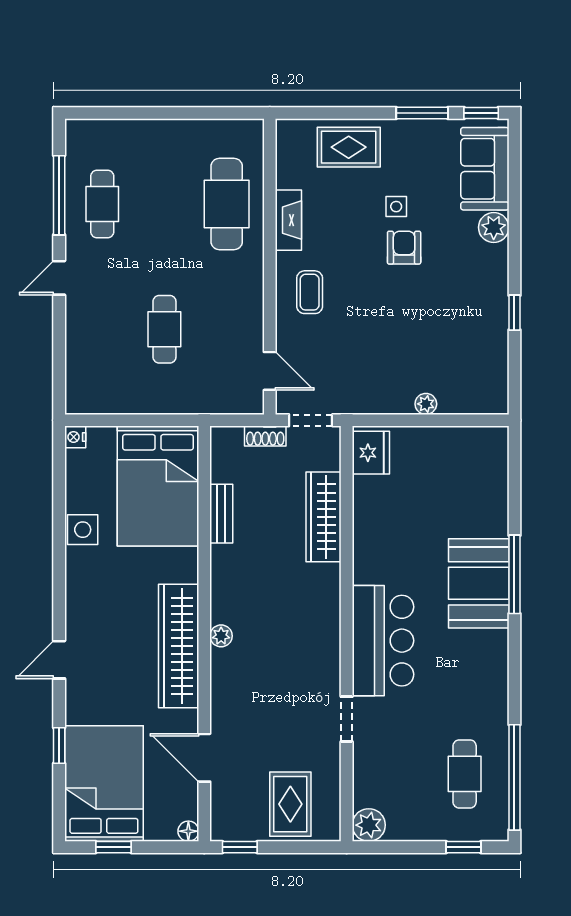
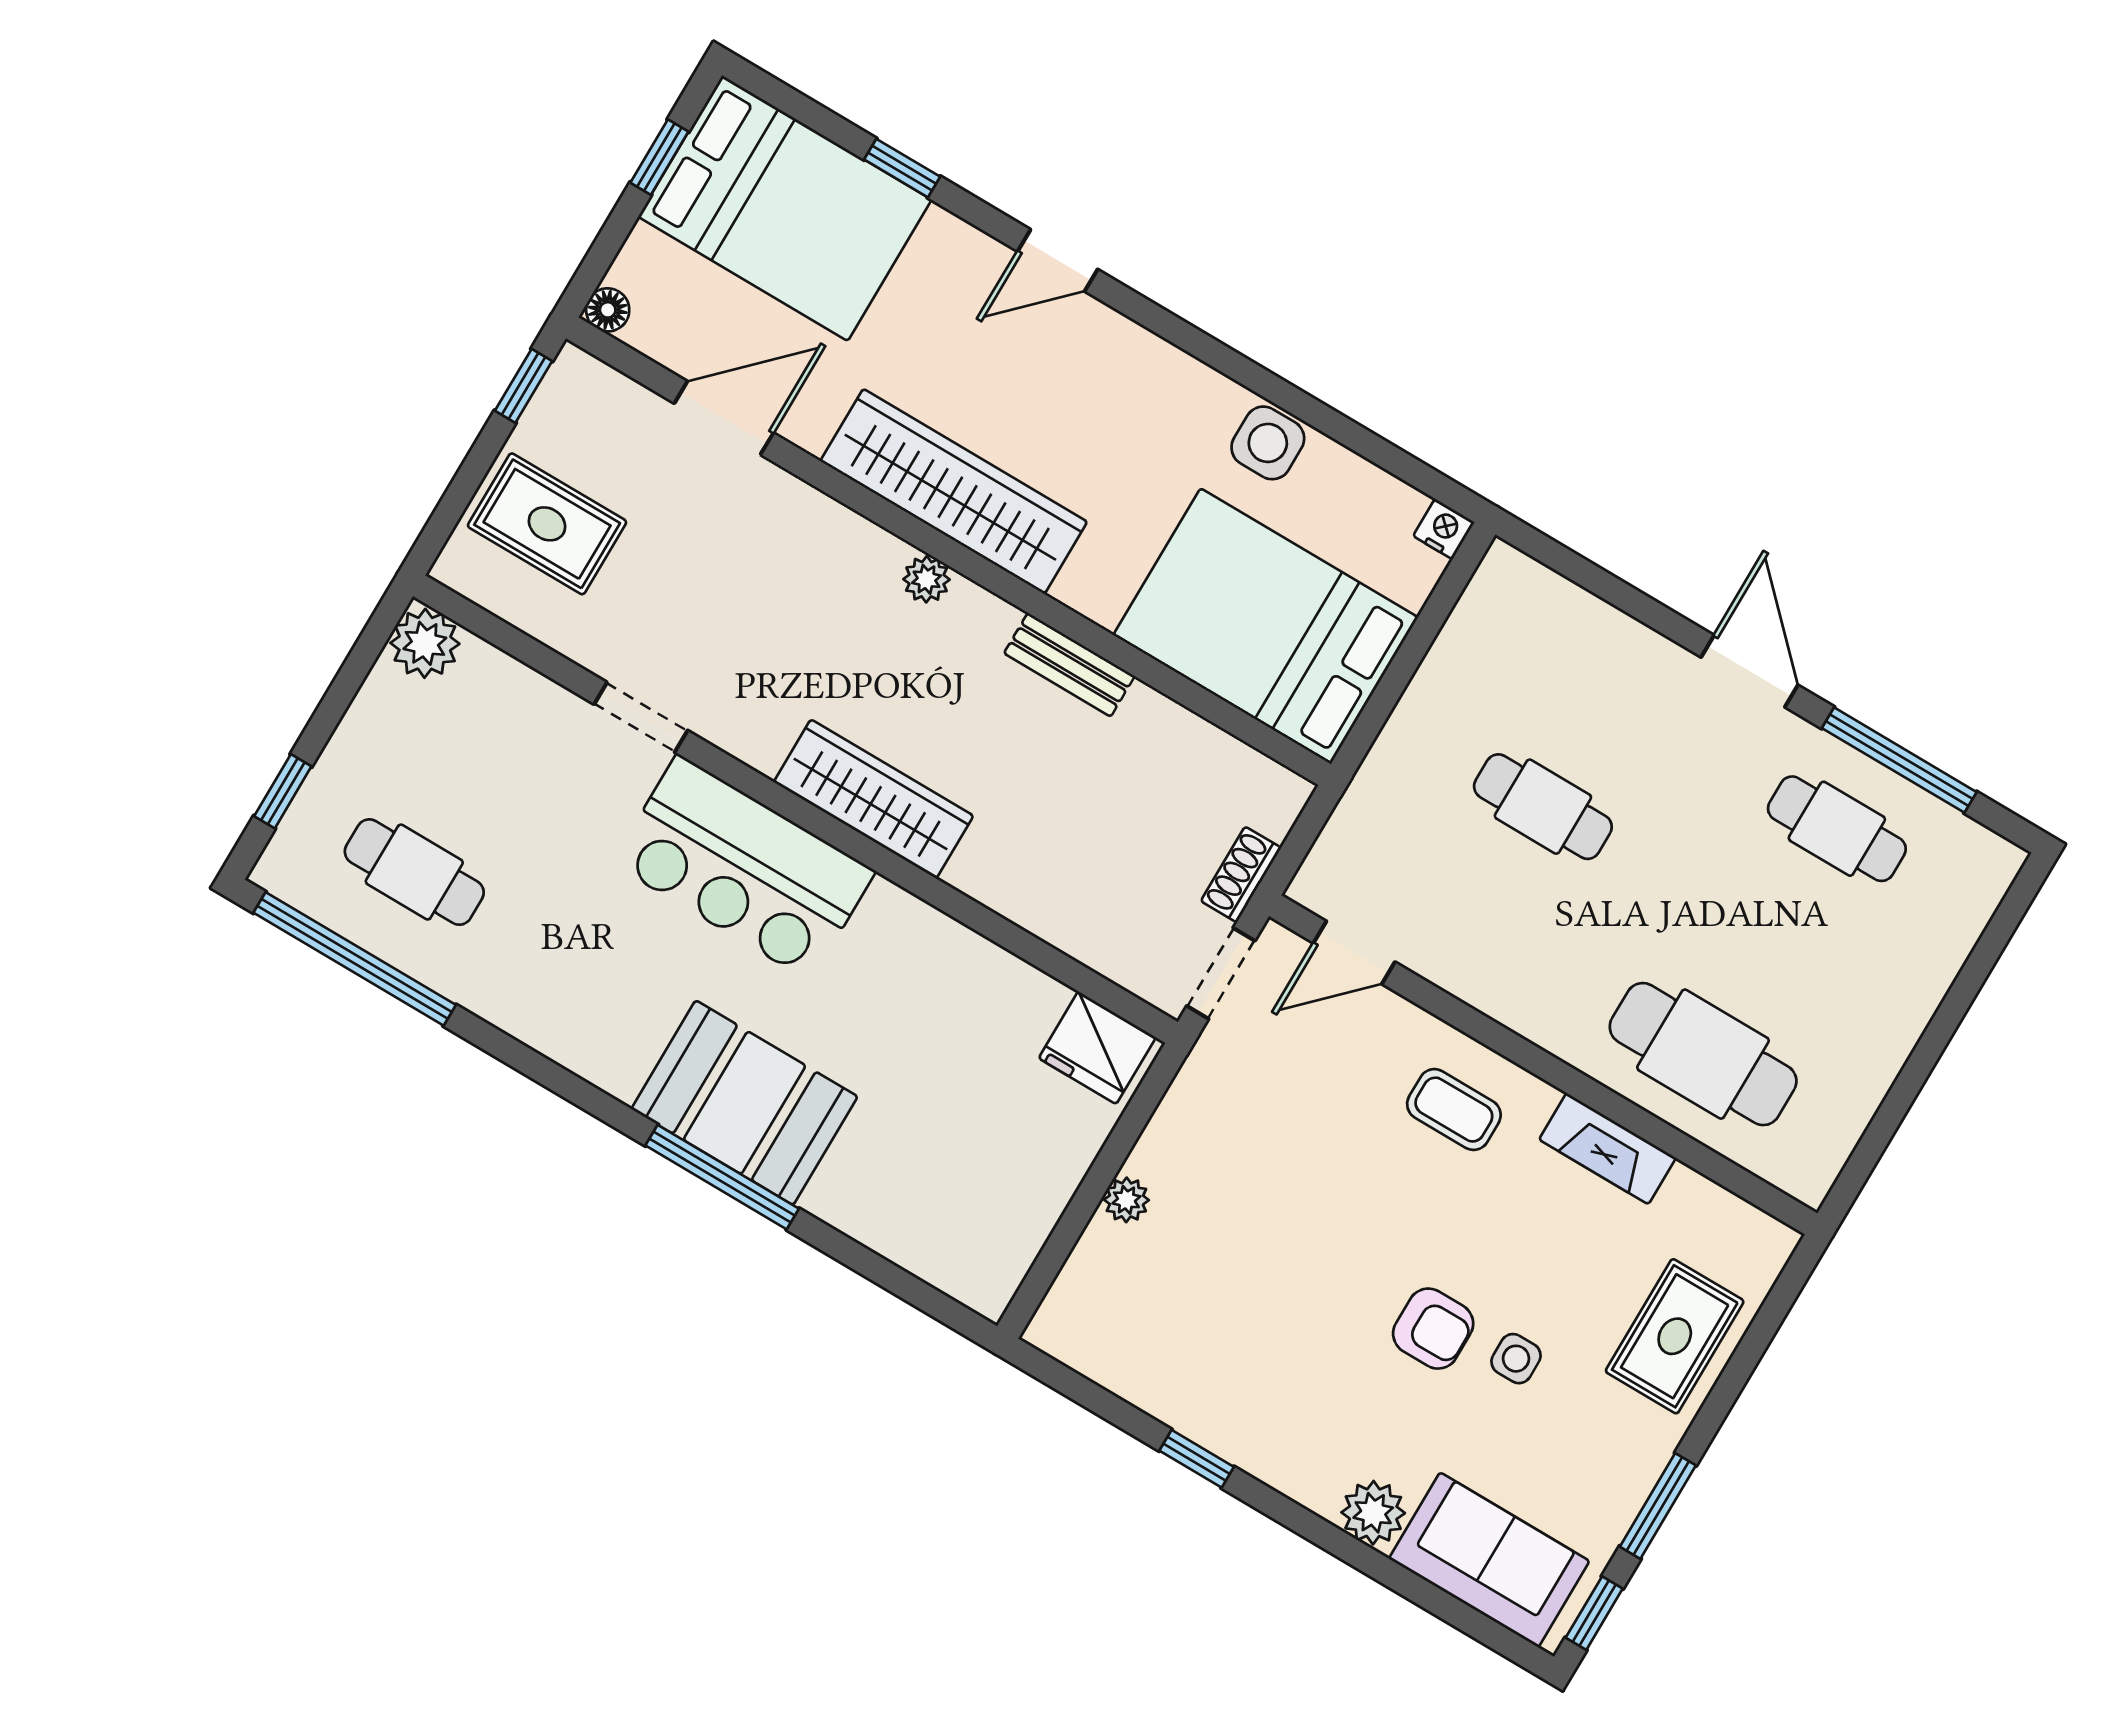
door: (59, 278) -> (1749, 671), width x1.38
bench: (221, 514) -> (1069, 665), moved
wardrobe: (324, 517) -> (874, 799), moved
door: (59, 660) -> (1058, 260), swing flipped

